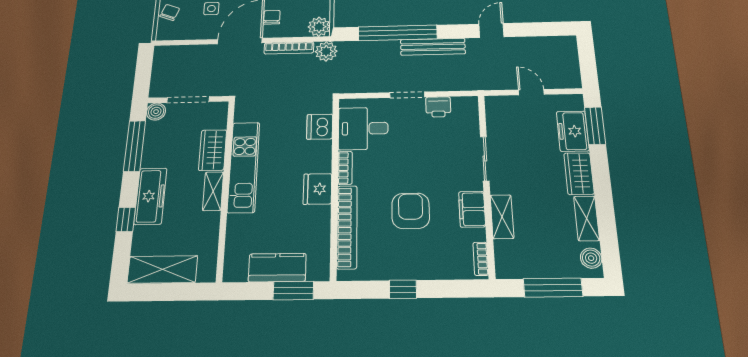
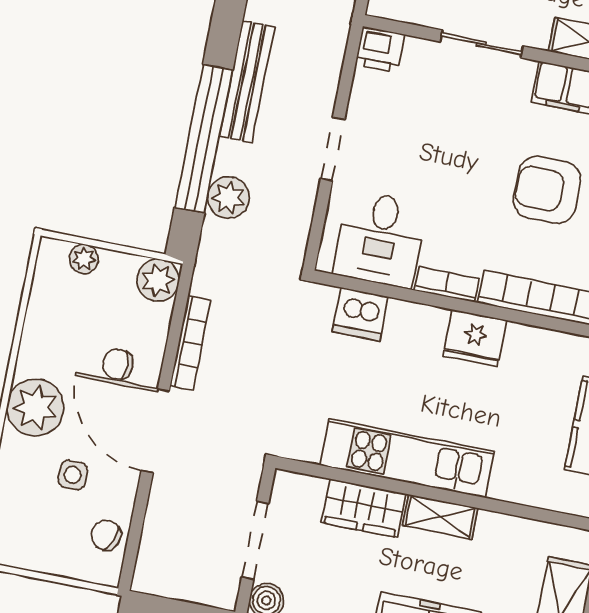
chair: (170, 12) -> (106, 535), moved
plant: (326, 51) -> (229, 198), moved
printer: (438, 107) -> (380, 49), moved, turned 90

